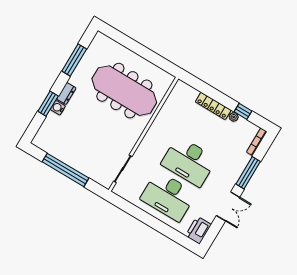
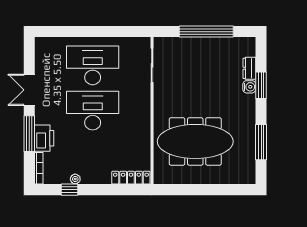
dresser: (66, 93) -> (249, 68), moved
locker: (213, 106) -> (131, 178), moved
printer: (198, 230) -> (44, 138), moved

